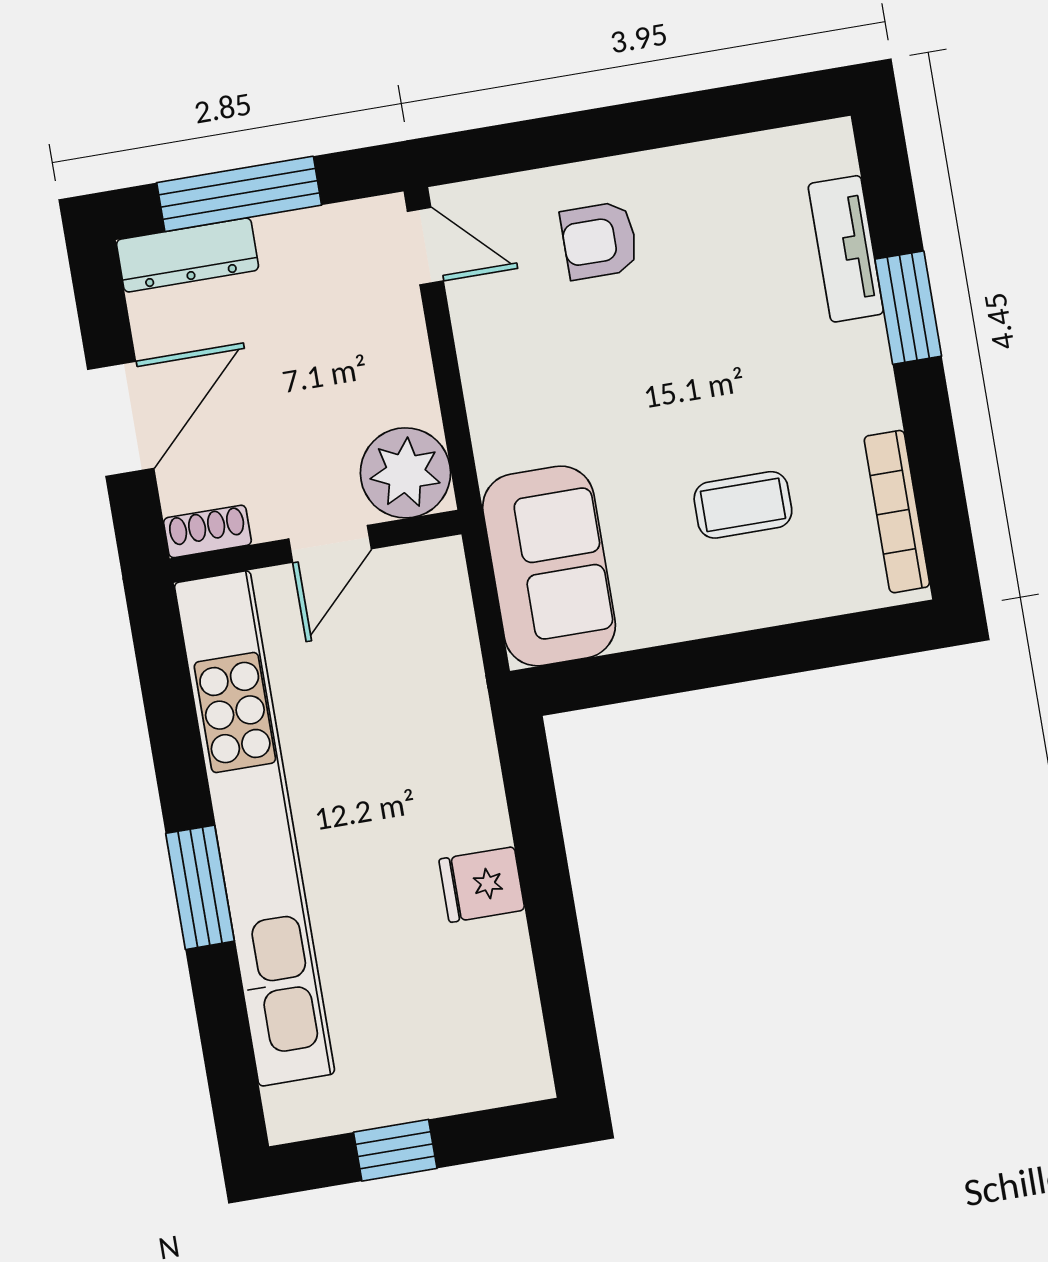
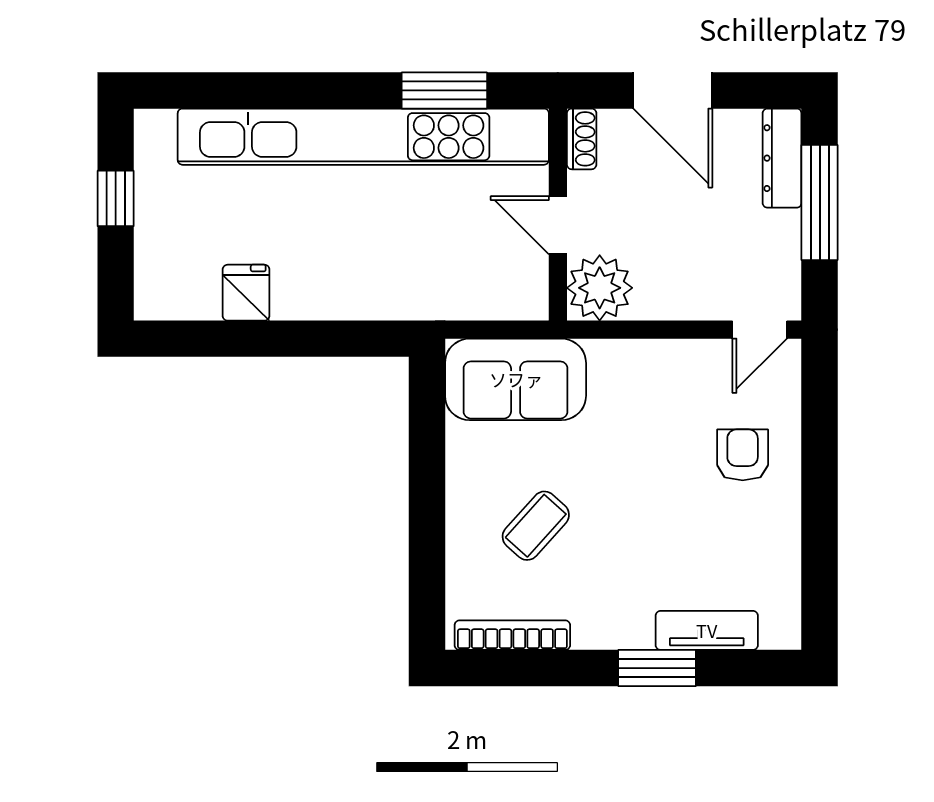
coffee table: (743, 505) -> (536, 526), turned 42
fridge: (482, 885) -> (246, 293), moved
window: (200, 887) -> (444, 90), moved

